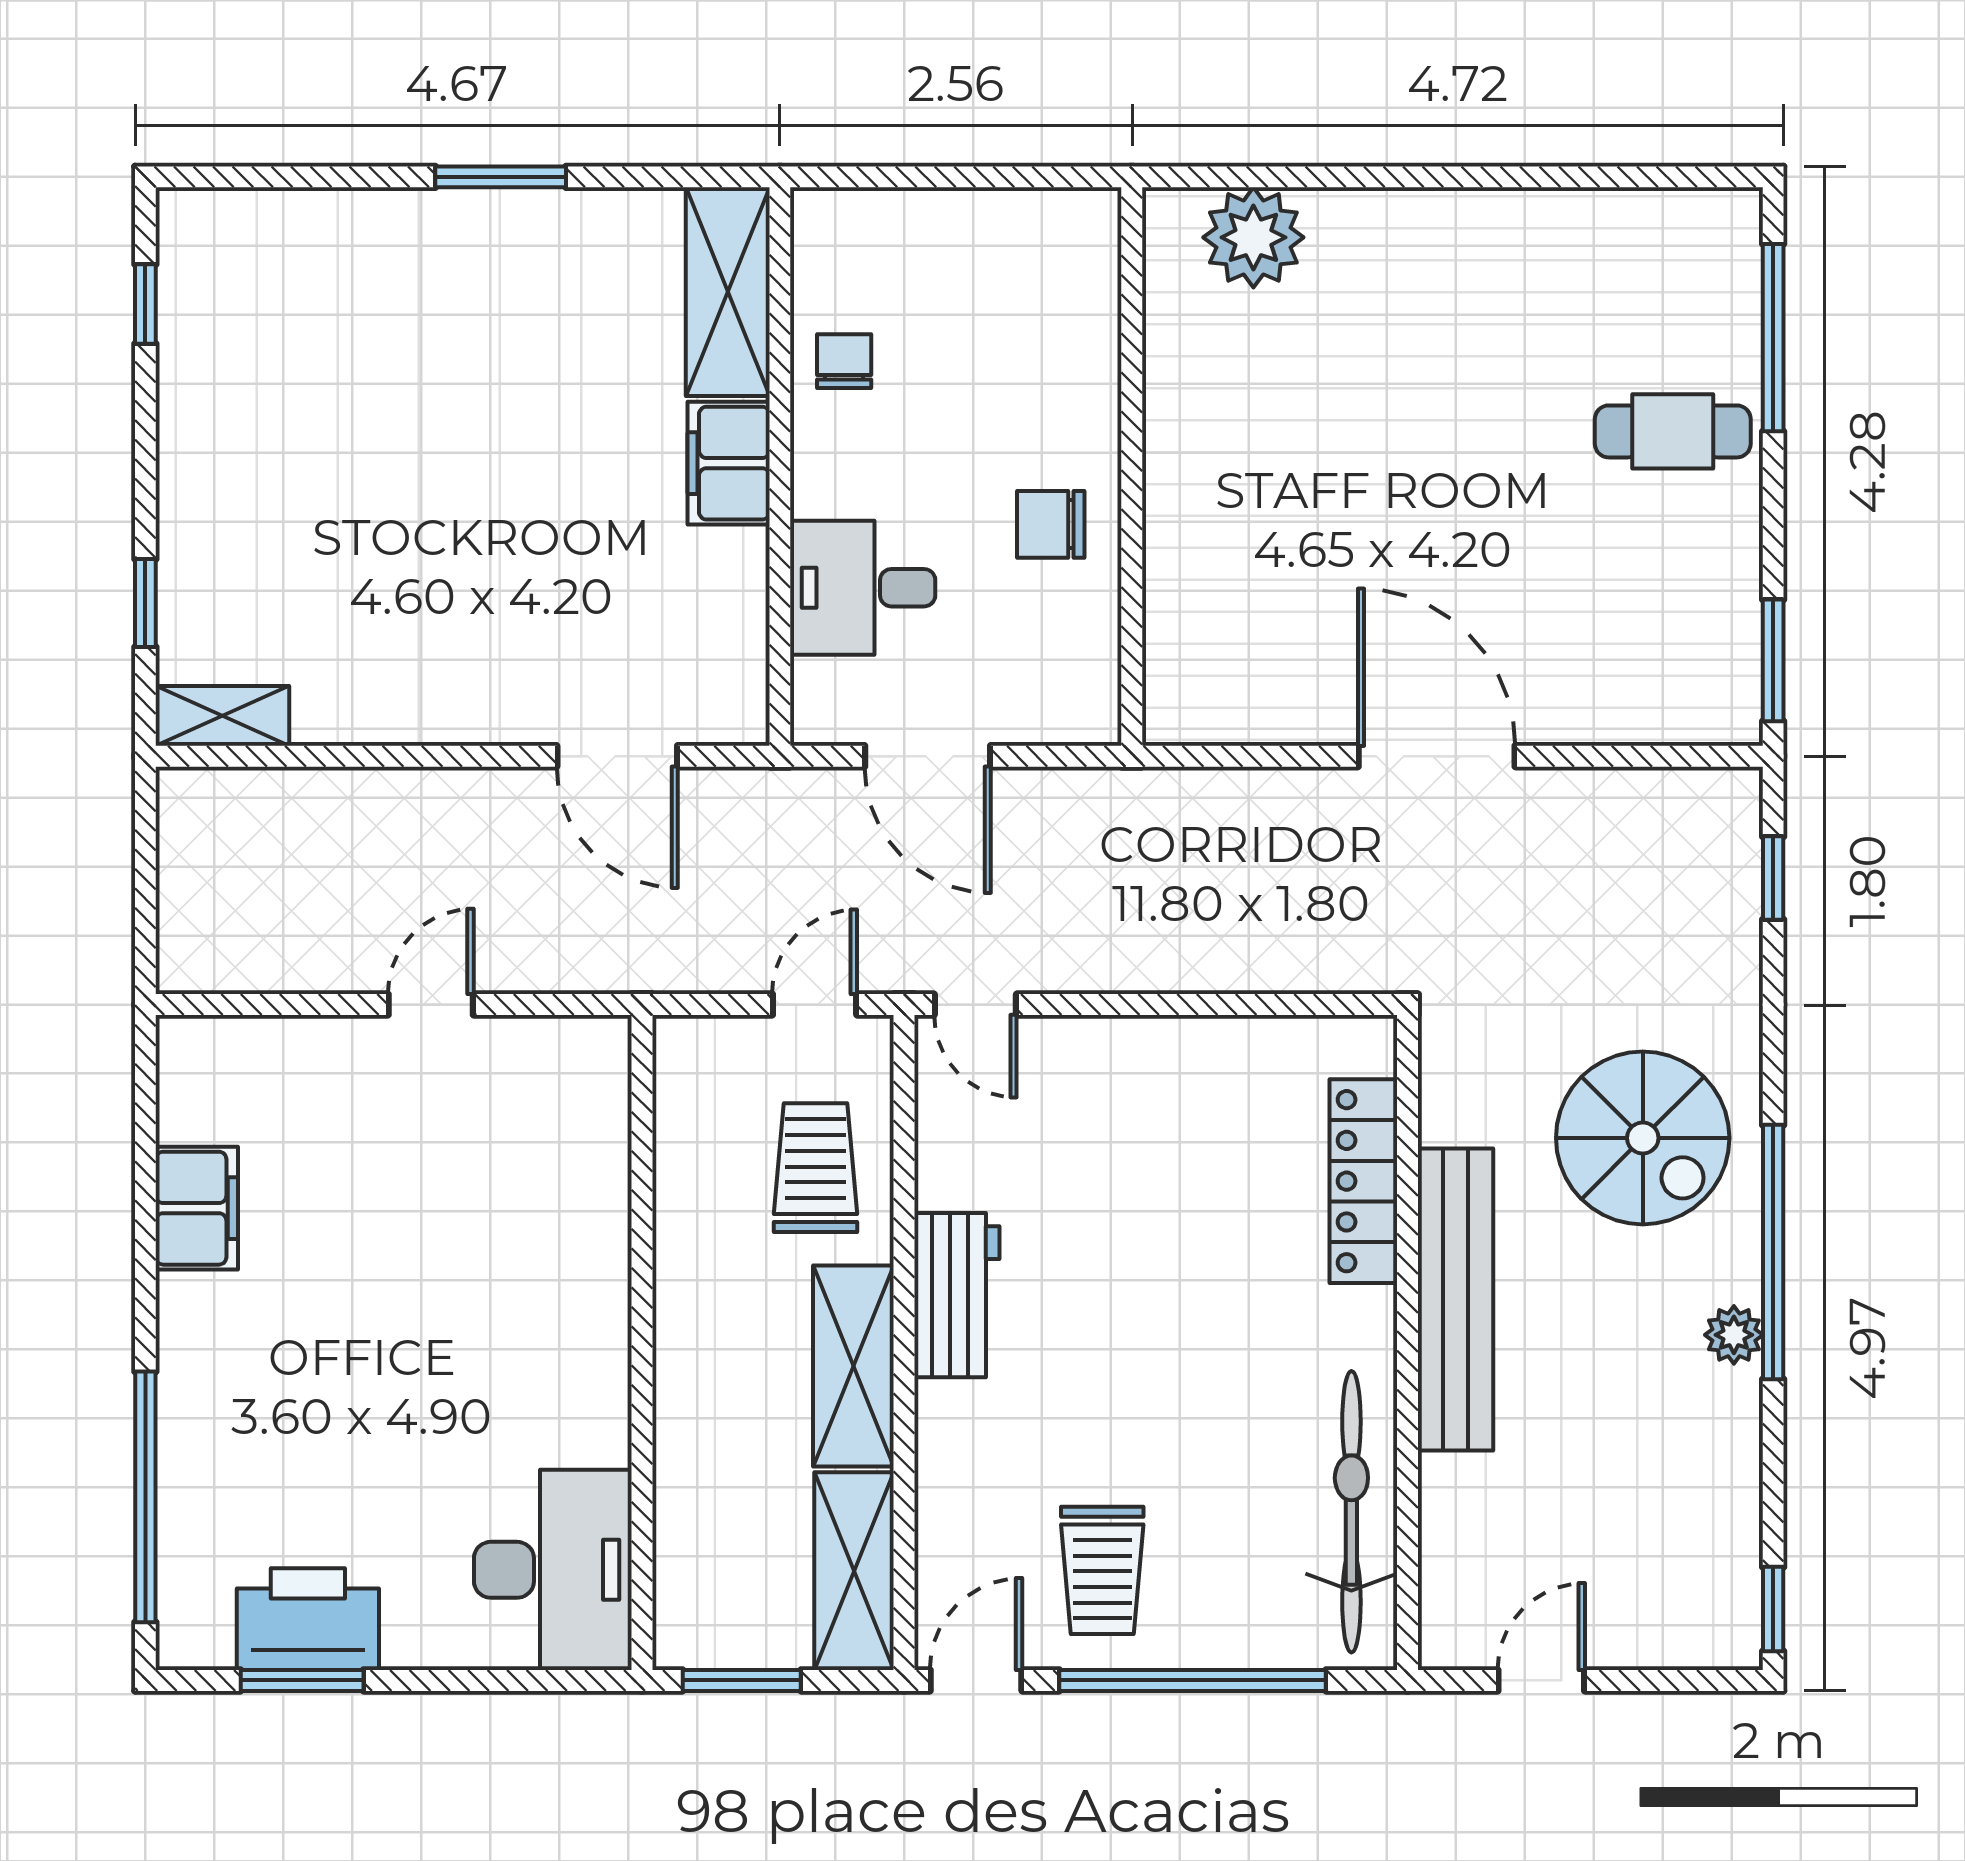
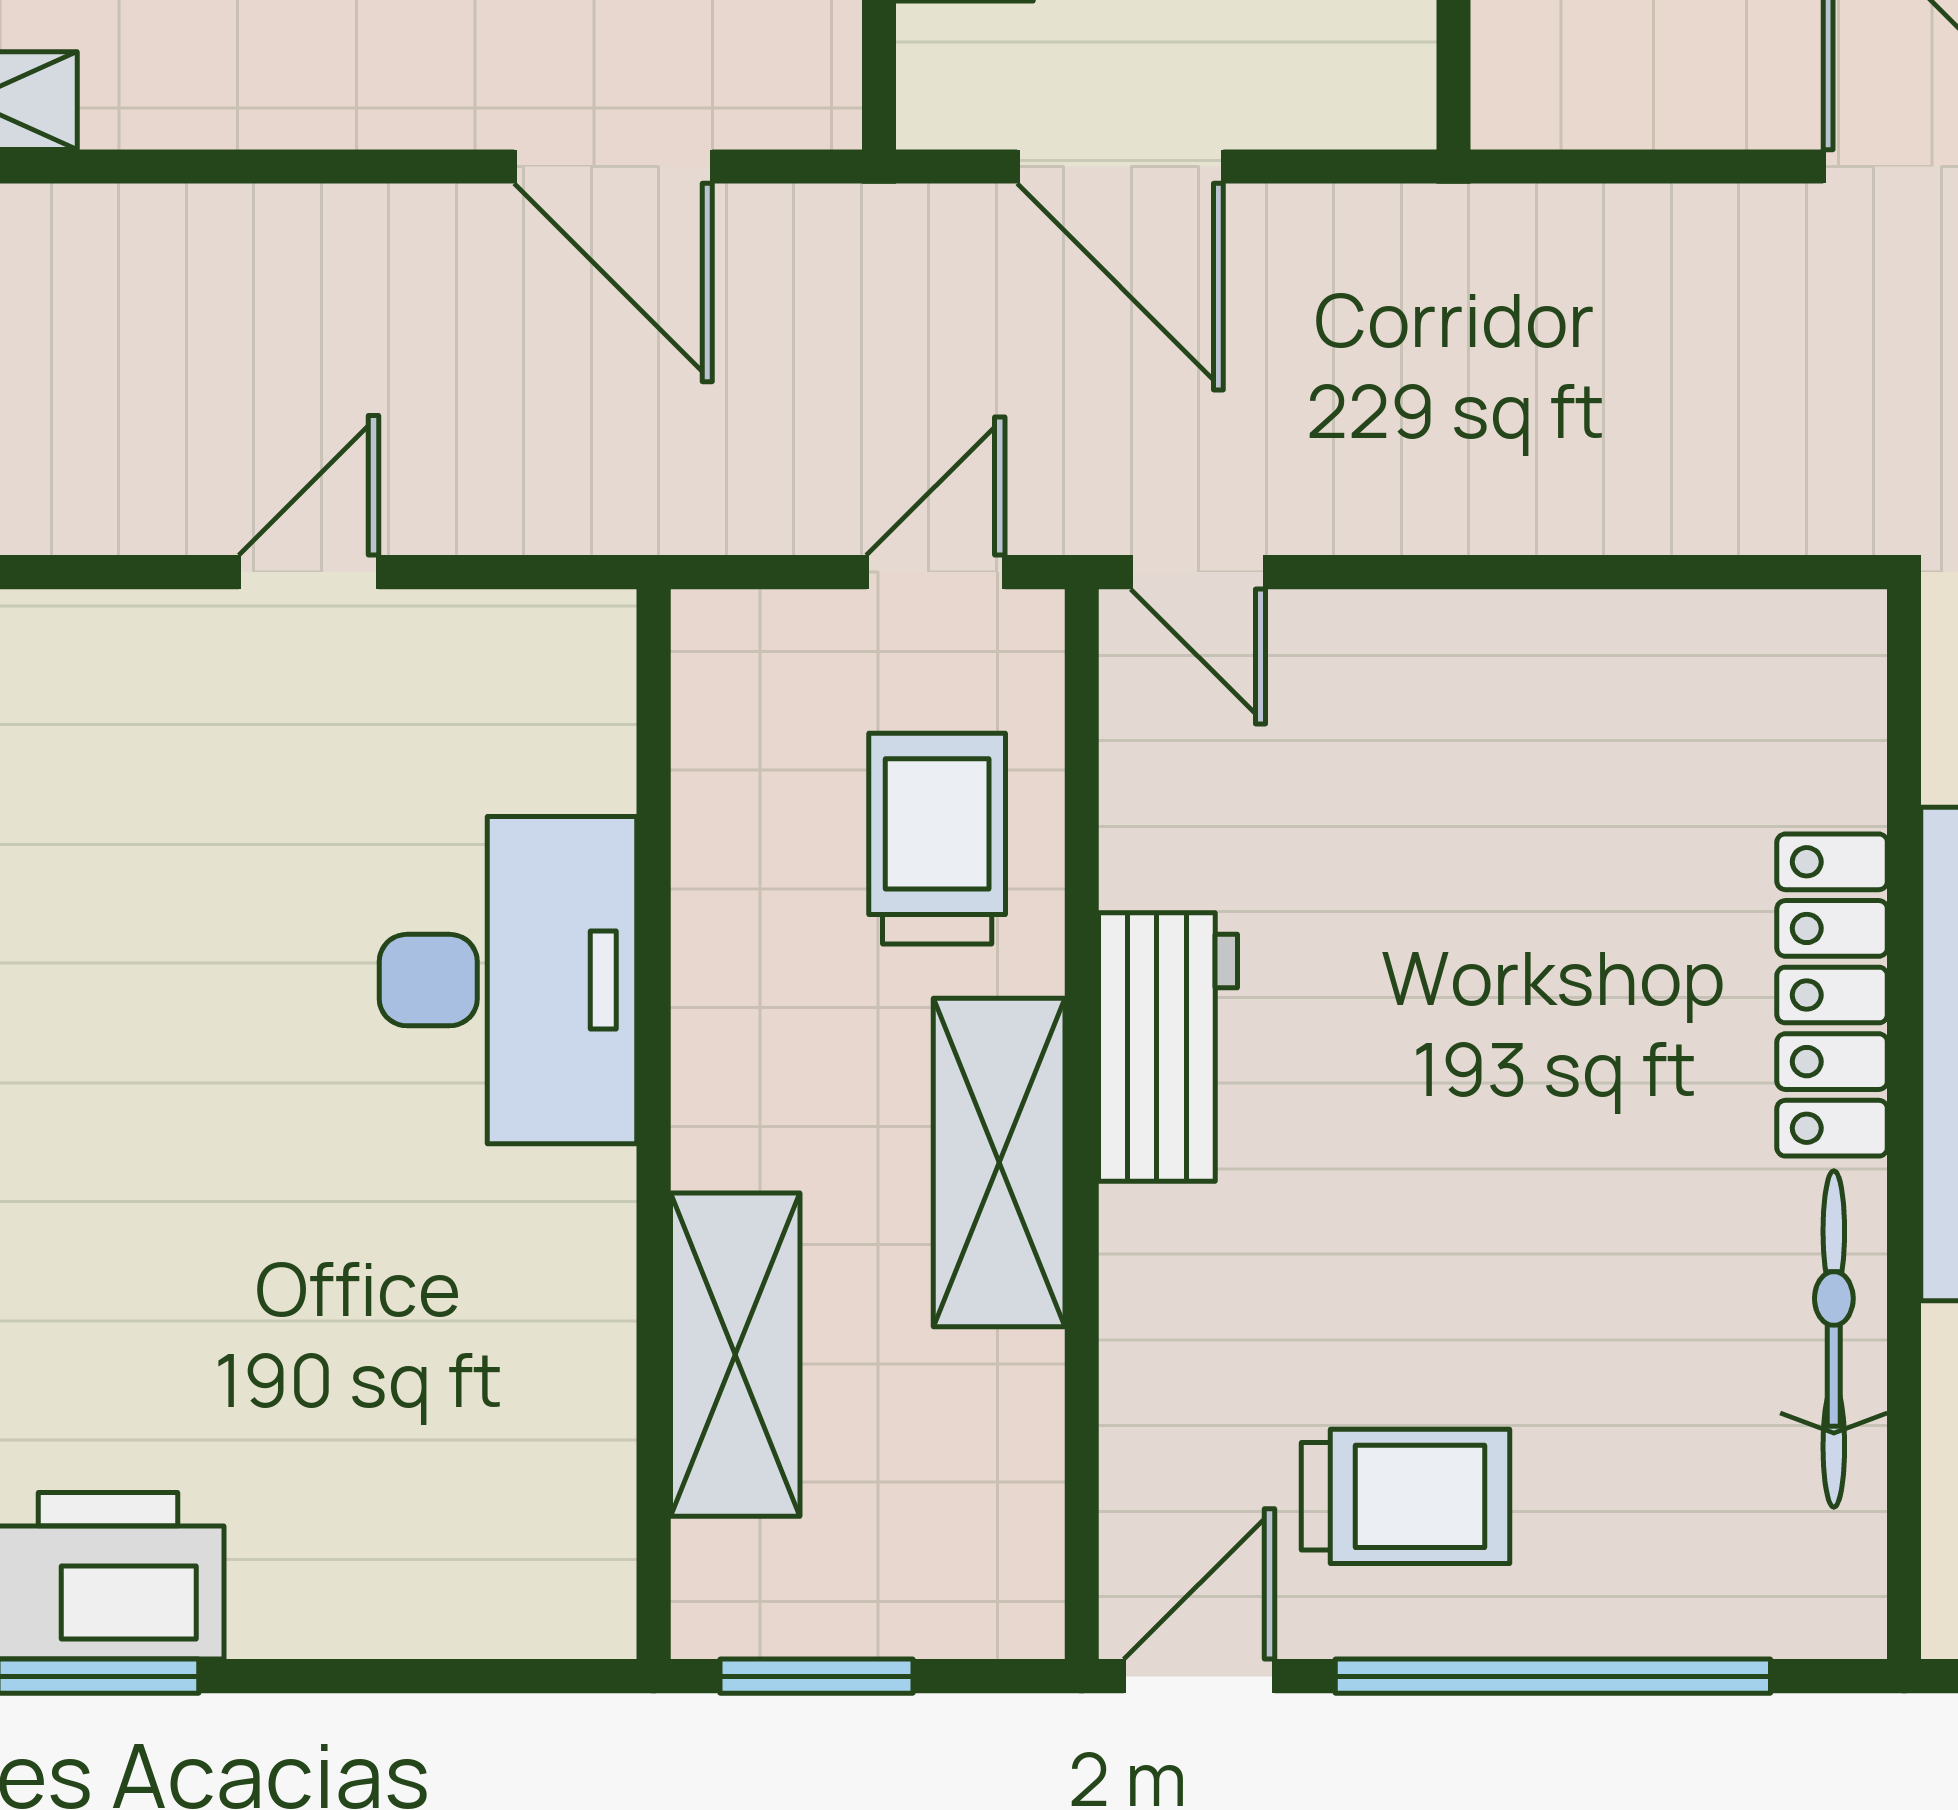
locker: (1363, 1181) -> (1832, 995), moved
bicycle: (1351, 1512) -> (1834, 1339), width x0.73, depth x0.71
desk: (553, 1570) -> (508, 980), moved
trolley: (1102, 1570) -> (1405, 1496), turned -90
shelving: (854, 1571) -> (735, 1355), moved

